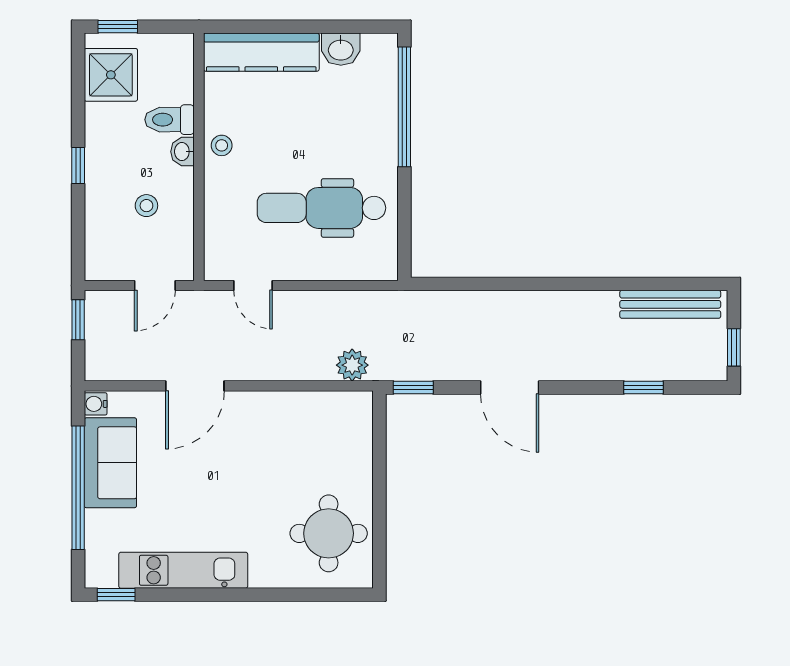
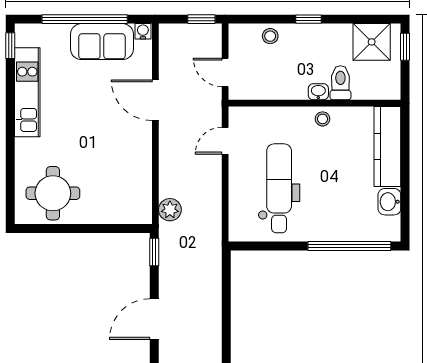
stool: (146, 206) -> (270, 36), moved

